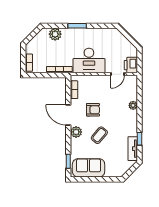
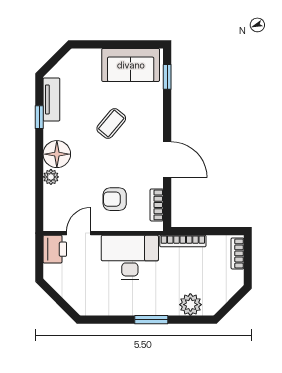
armchair: (93, 110) -> (115, 199), moved
floor lamp: (130, 118) -> (57, 154), added
plant: (76, 132) -> (153, 129), removed

